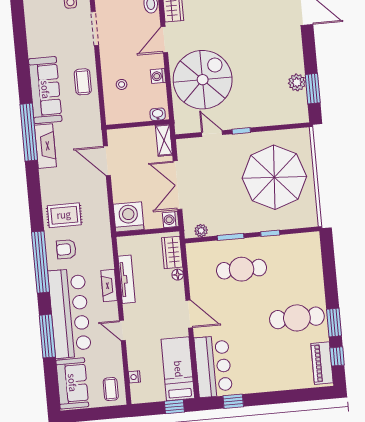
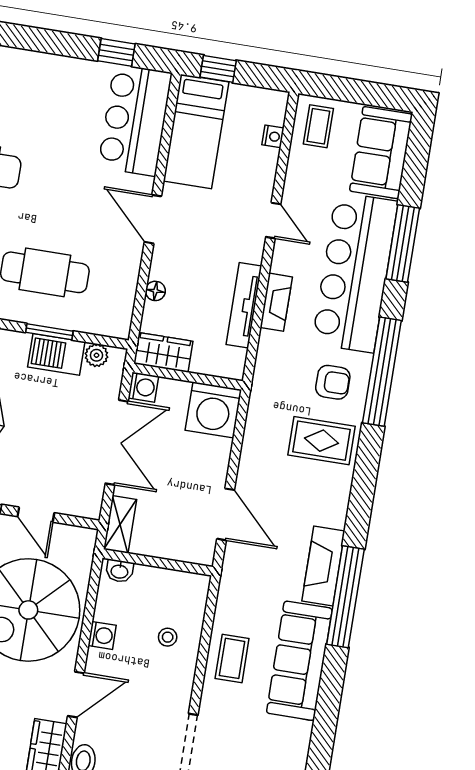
barbecue: (224, 225) -> (56, 354), added
wardrobe: (172, 252) -> (163, 352), moved, turned -90

